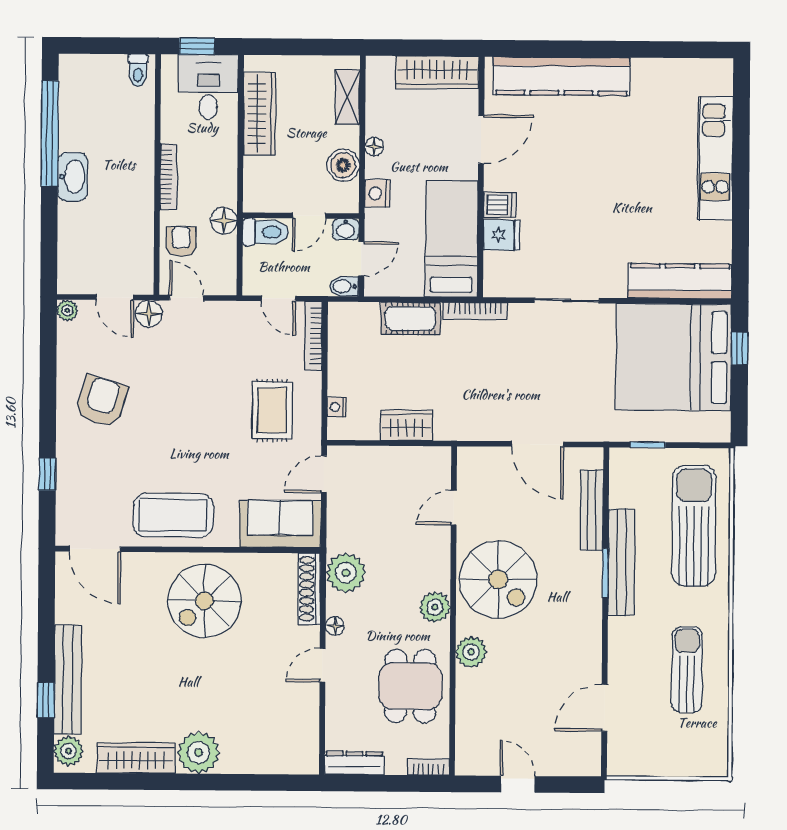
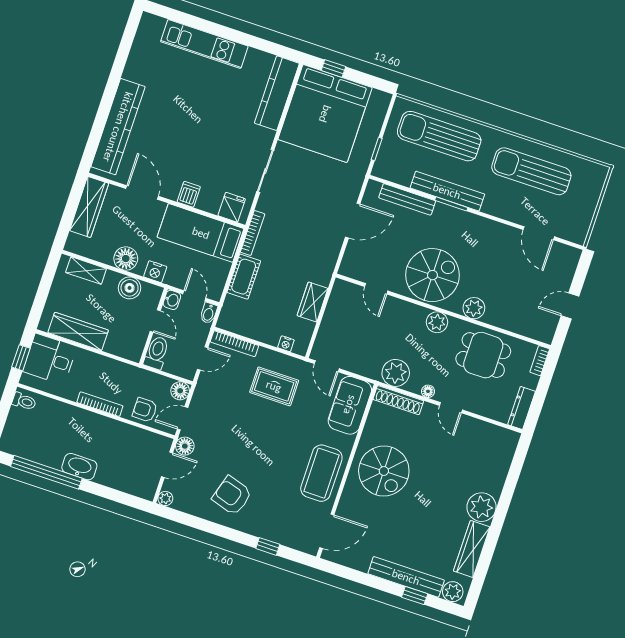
floor lamp: (374, 147) -> (126, 259), width x1.89, depth x1.89
floor lamp: (224, 221) -> (180, 391), moved
fridge: (501, 235) -> (232, 207), moved
sun lounger: (687, 670) -> (531, 171), width x1.36, depth x1.34

